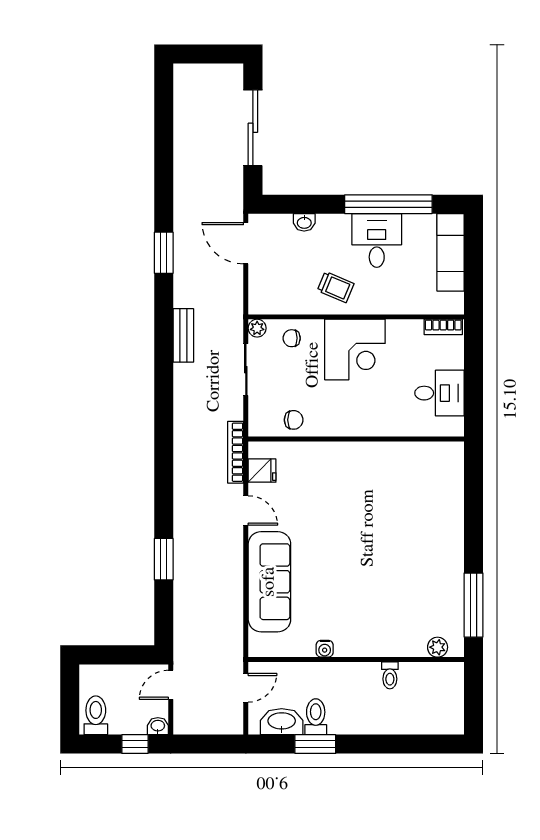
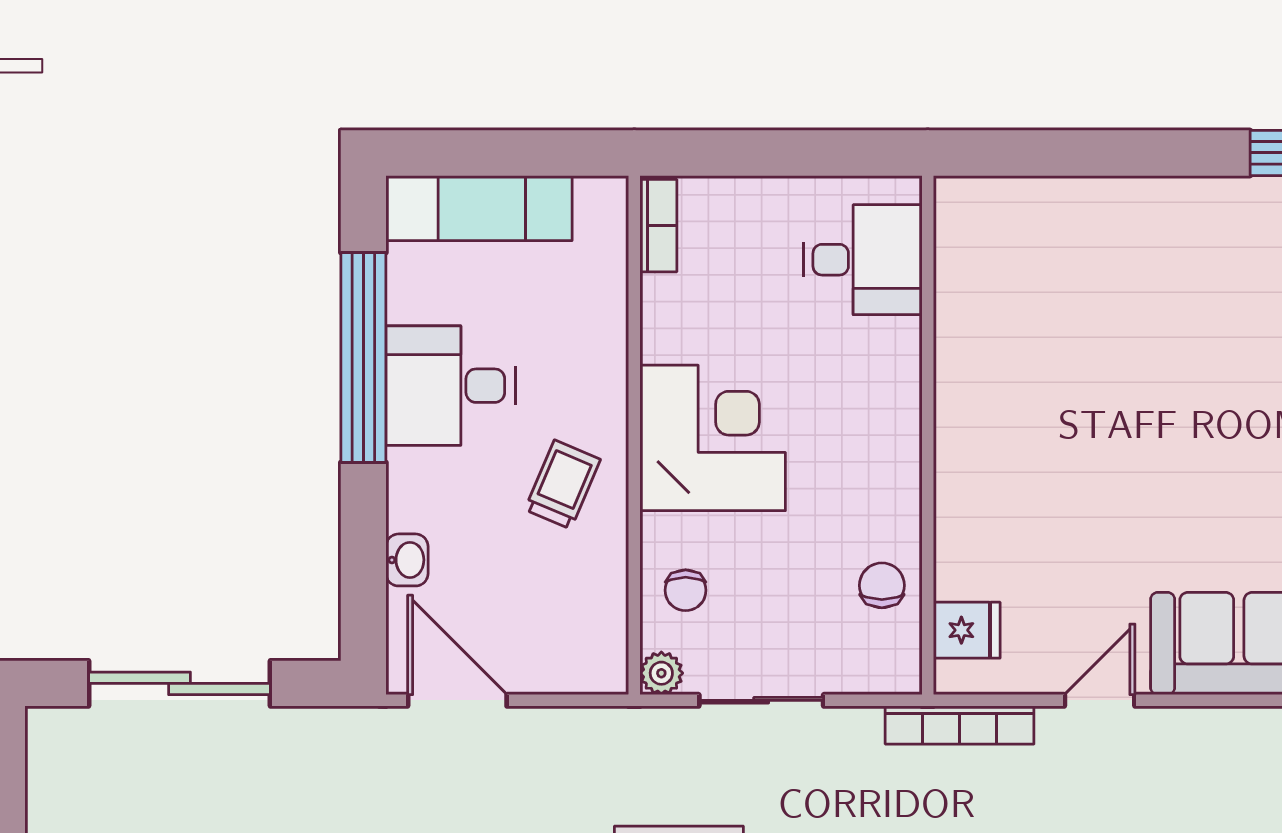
door: (246, 243) -> (457, 700), swing flipped
desk: (439, 393) -> (863, 260), moved, turned 90
fridge: (262, 471) -> (967, 630), moved, turned 90

